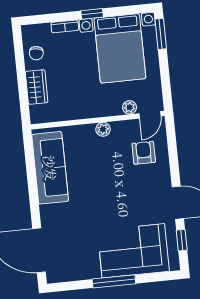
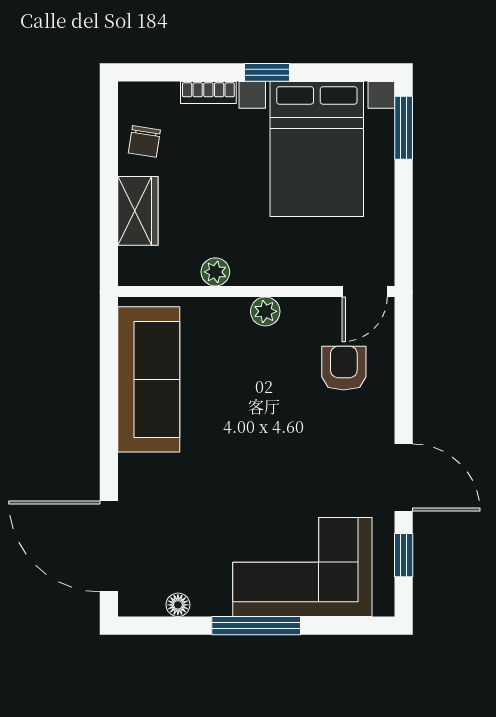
plant: (130, 107) -> (215, 272), moved
floor lamp: (75, 275) -> (178, 605), added

